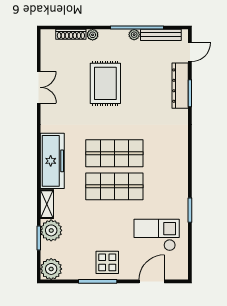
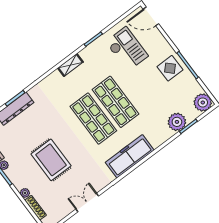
rug: (105, 83) -> (51, 160), turned 90
shelving: (47, 204) -> (70, 65), moved
checkout: (157, 235) -> (127, 49), turned 180
door: (152, 281) -> (151, 16), moved

